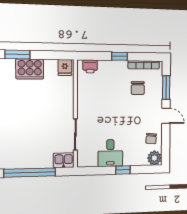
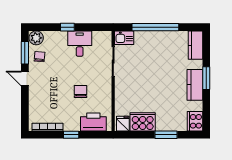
printer: (90, 66) -> (93, 122), width x1.87, depth x1.48
cooker: (30, 69) -> (143, 122), moved
chair: (138, 88) -> (81, 91), moved
window: (166, 88) -> (25, 53), moved

